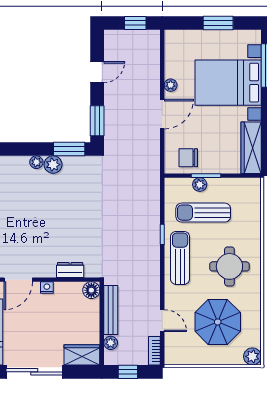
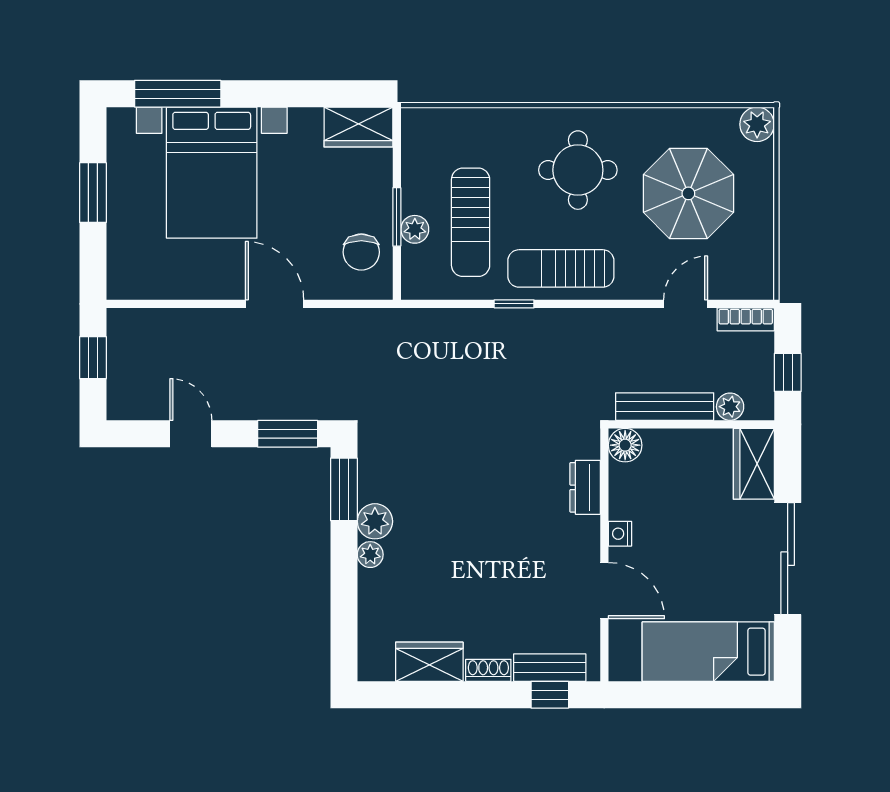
plant: (171, 85) -> (217, 287), removed
wardrobe: (251, 148) -> (358, 127), width x0.67

